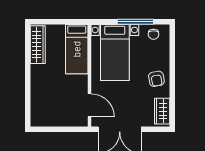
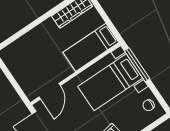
window: (135, 22) -> (137, 65), moved

